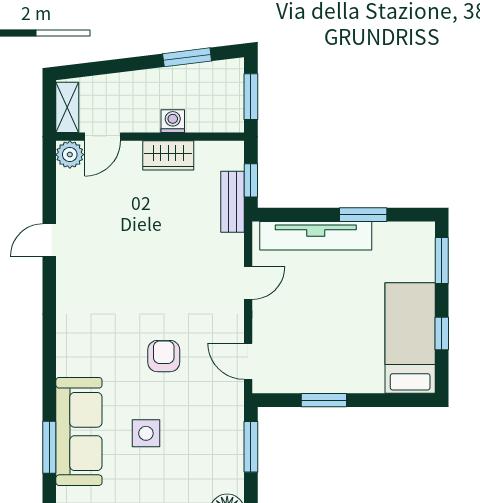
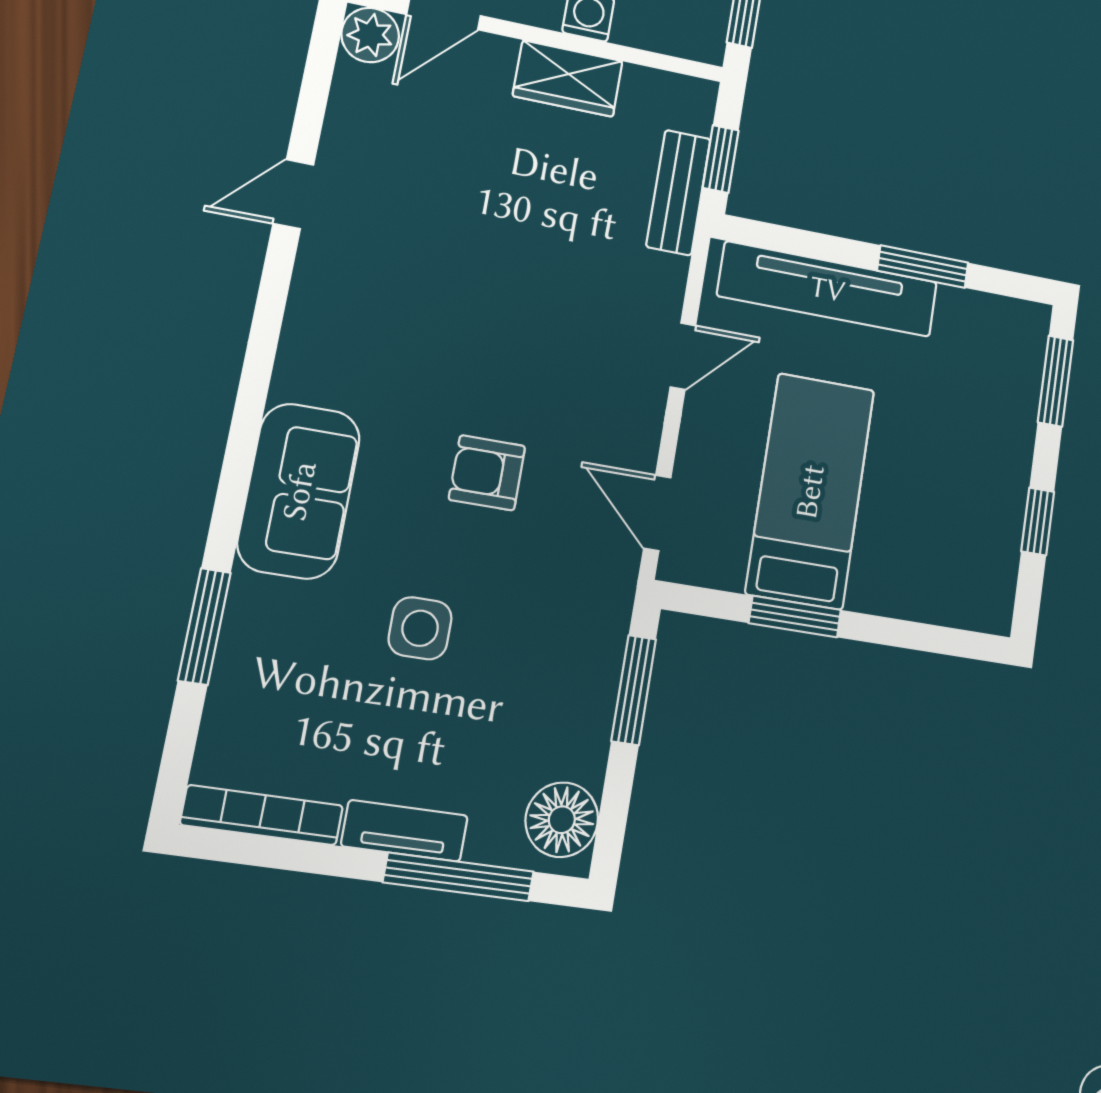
bed: (410, 338) -> (810, 491), moved
armchair: (164, 356) -> (487, 473), turned -90
sofa: (79, 431) -> (299, 491), moved, width x0.73

